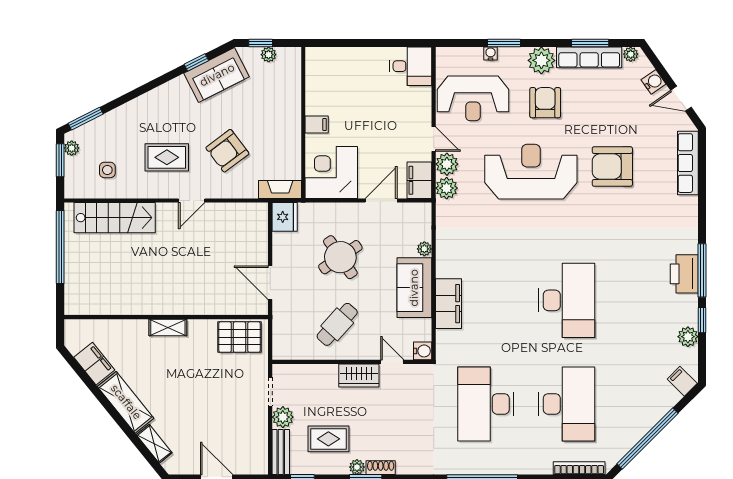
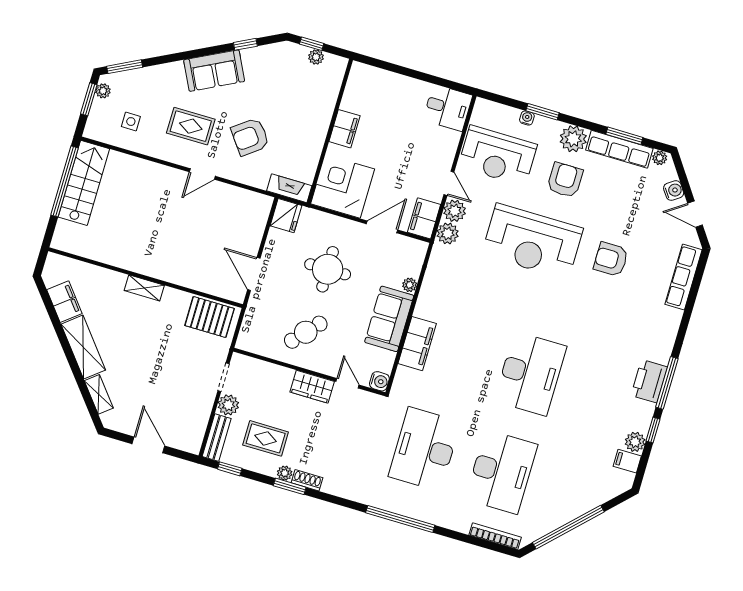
sofa: (217, 75) -> (214, 71), moved
filing cabinet: (317, 124) -> (344, 129), width x2.00
armchair: (612, 166) -> (611, 259), width x0.73, depth x0.73
reception desk: (531, 172) -> (532, 241), turned 180
stairs: (115, 218) -> (84, 183), moved, turned -90
round table: (340, 257) -> (328, 269), turned 34
filing cabinet: (682, 381) -> (627, 461), moved, turned -45

